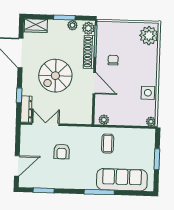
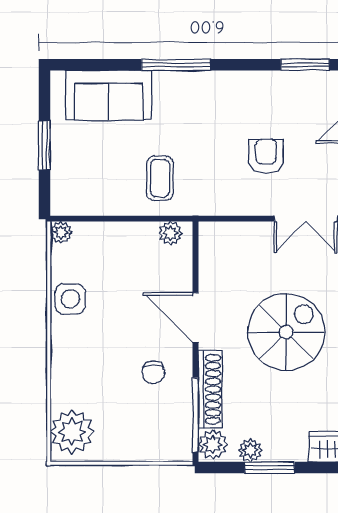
sofa: (122, 180) -> (109, 95), width x0.73

